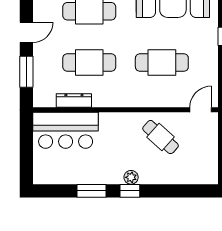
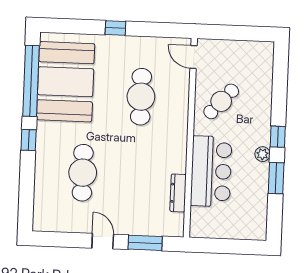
cafe table: (89, 62) -> (138, 175), removed
bar counter: (66, 130) -> (211, 171), moved
plant: (131, 177) -> (262, 154), moved

